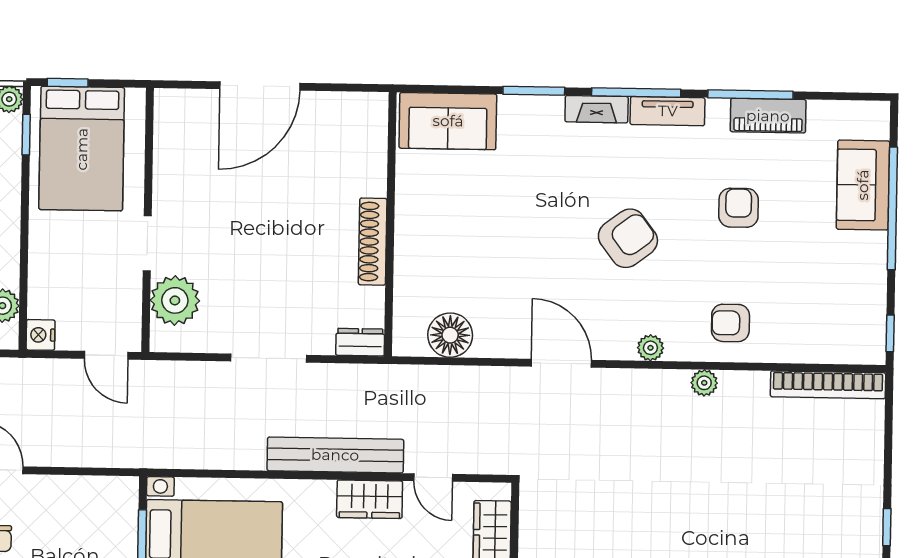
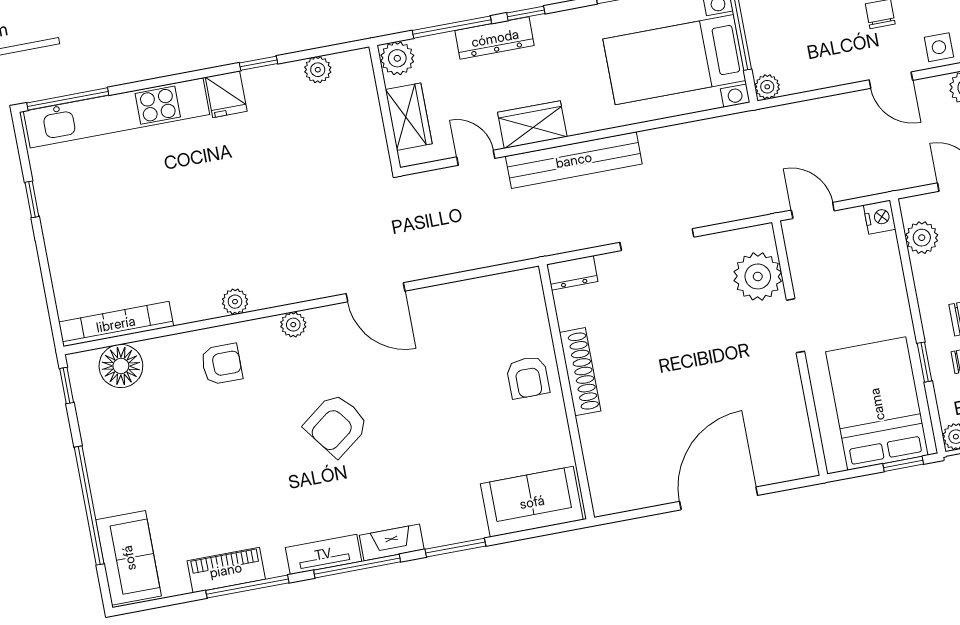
window: (26, 135) -> (925, 362), moved
sofa: (863, 185) -> (129, 558), moved
armchair: (739, 208) -> (528, 377), moved
floor lamp: (450, 335) -> (121, 366), moved
plant: (126, 489) -> (767, 87), added

